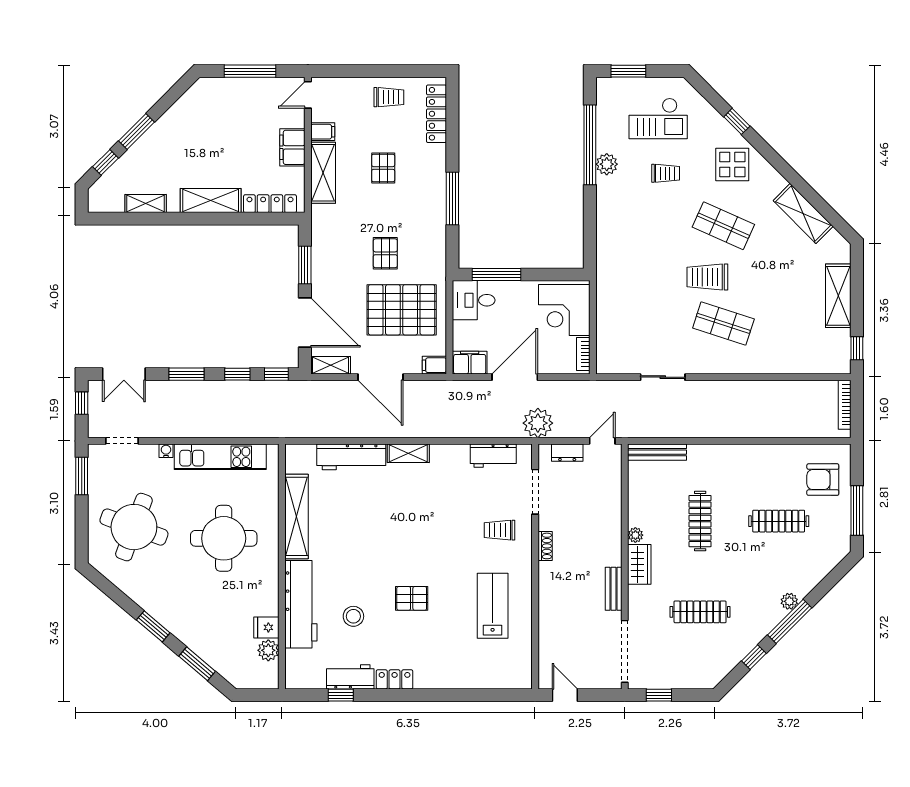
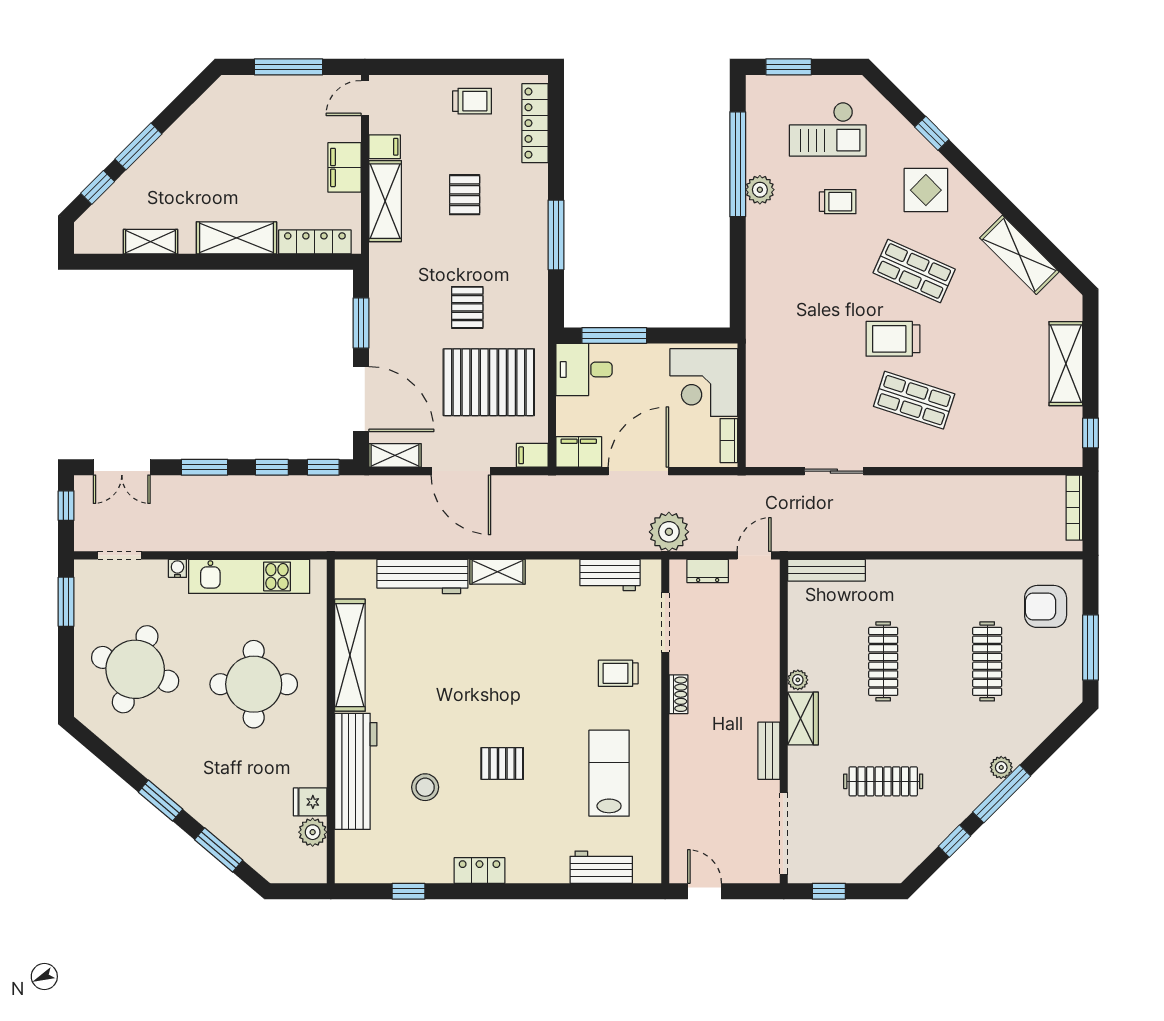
clothes rail: (779, 521) -> (987, 661), turned 90
workbench: (350, 677) -> (601, 867), moved

